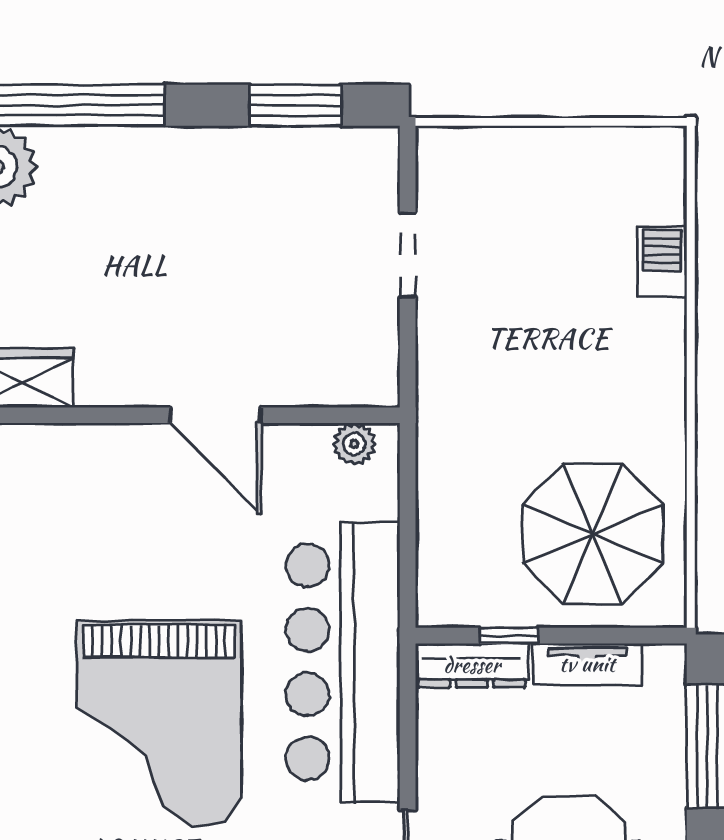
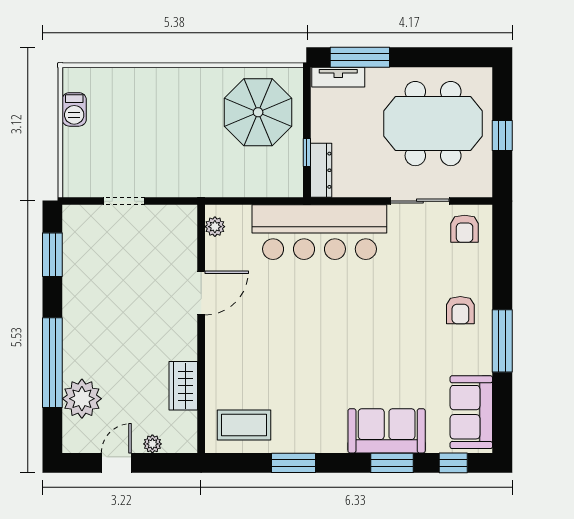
barbecue: (662, 261) -> (74, 109), moved, turned -90
tv unit: (587, 664) -> (338, 77), moved, turned 90
grand piano: (159, 724) -> (349, 320), removed

